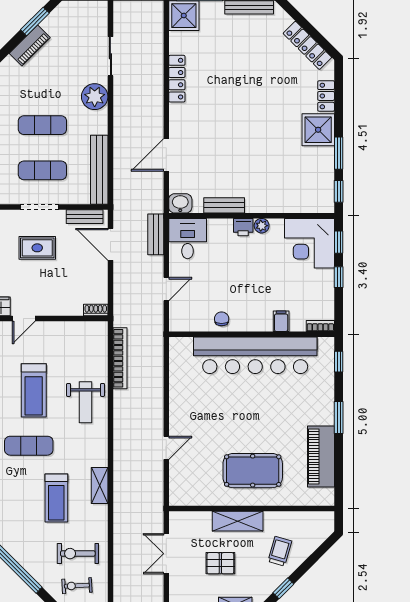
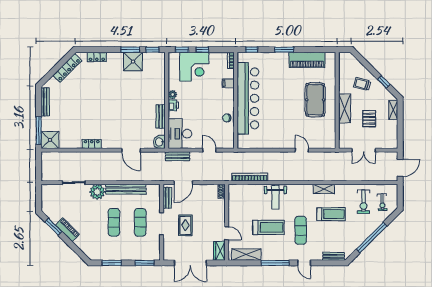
locker: (177, 79) -> (92, 144), width x0.66
shower: (318, 130) -> (133, 62), moved
bench: (99, 170) -> (126, 189), moved
desk: (188, 239) -> (180, 134), width x1.37
corner desk: (309, 243) -> (194, 67), moved
weight bench: (86, 402) -> (275, 197), turned 90

